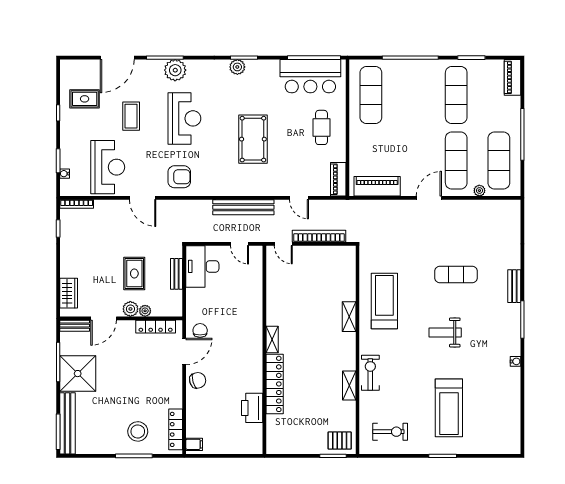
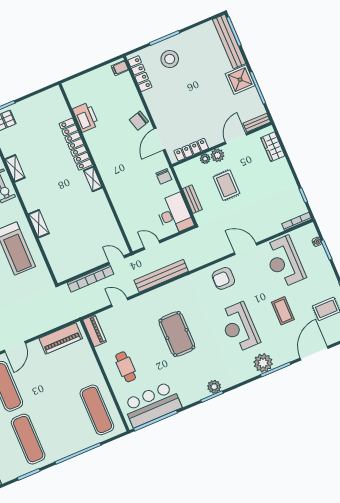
chair: (200, 330) -> (164, 176), moved
shower: (78, 374) -> (240, 80), width x0.73, depth x0.73

